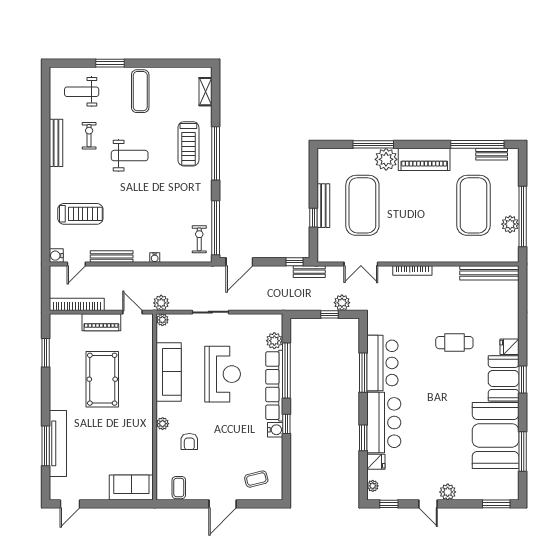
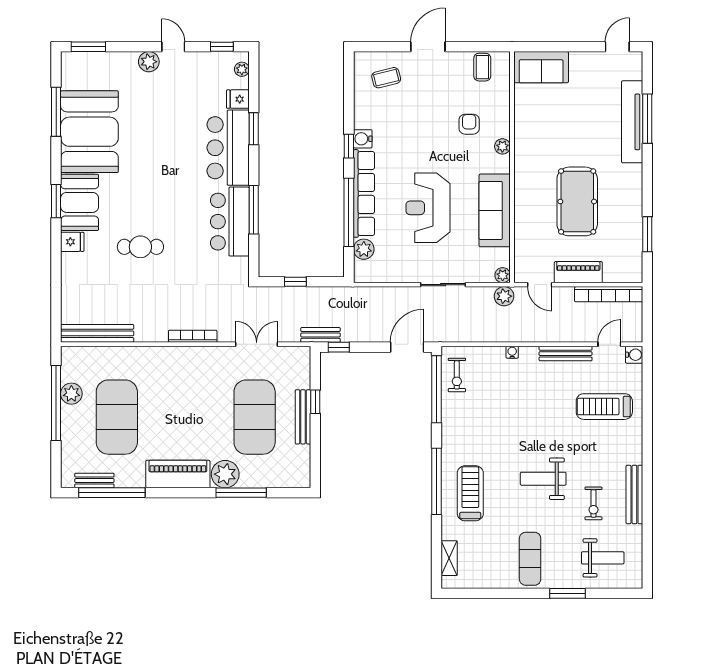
plant: (342, 303) -> (280, 296), removed

